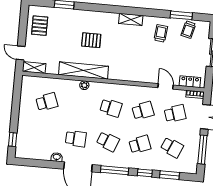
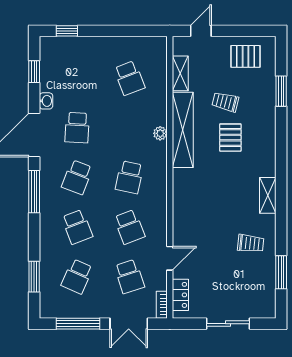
trolley: (188, 30) -> (225, 102), moved
shelving: (34, 68) -> (180, 73), moved
window: (145, 173) -> (34, 72), moved

